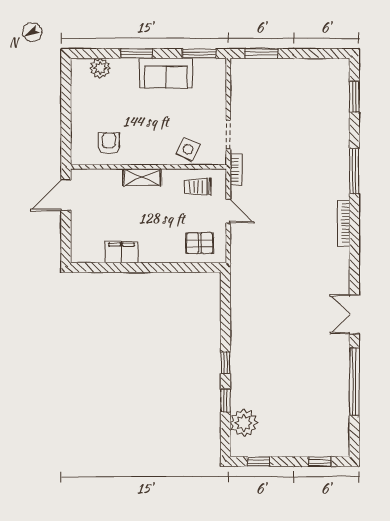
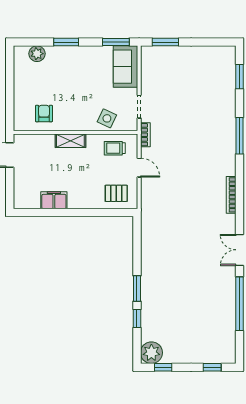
sofa: (166, 73) -> (126, 67), moved, turned 90
bookcase: (344, 223) -> (231, 195), moved
window: (226, 363) -> (137, 288), width x1.50
plant: (244, 423) -> (151, 353), moved

